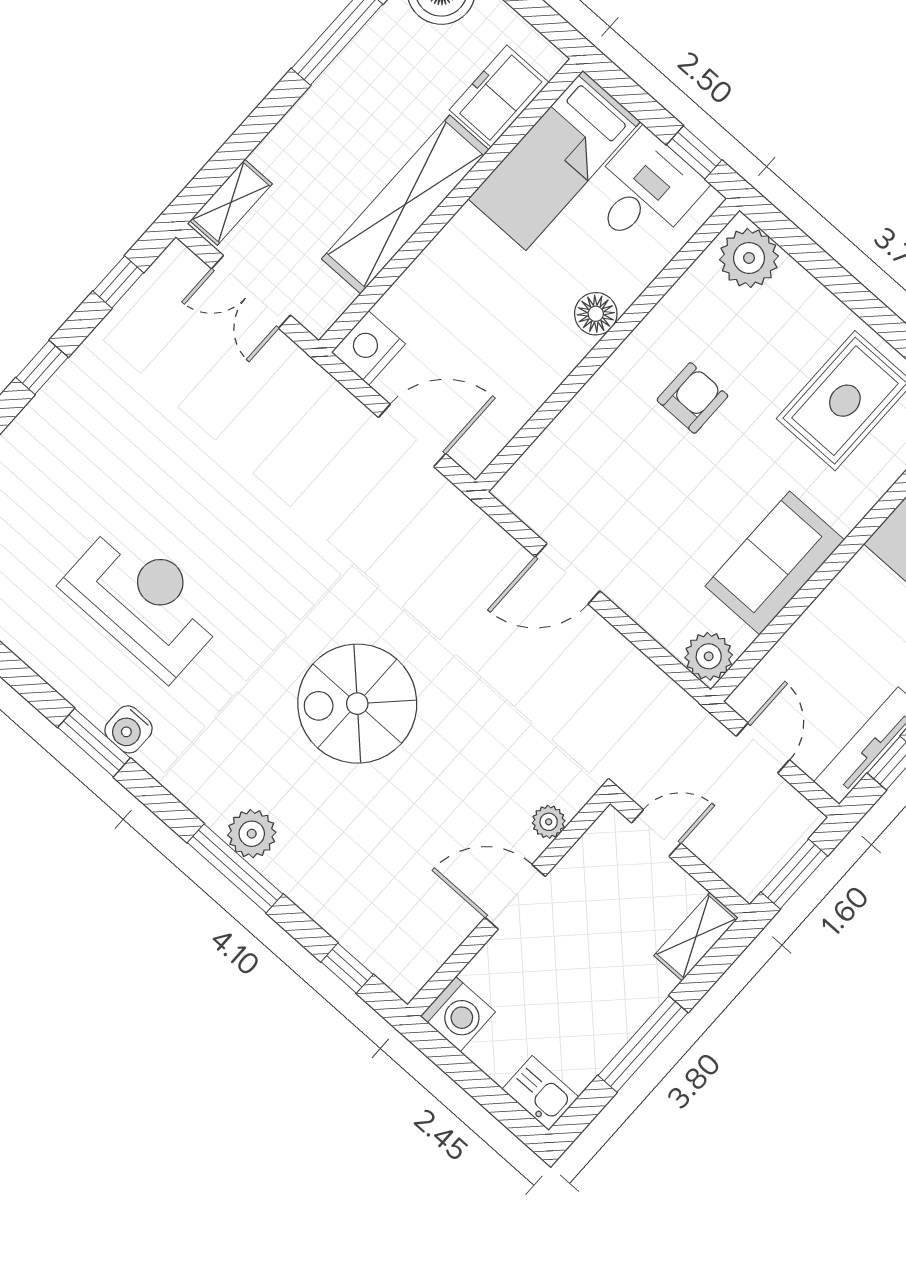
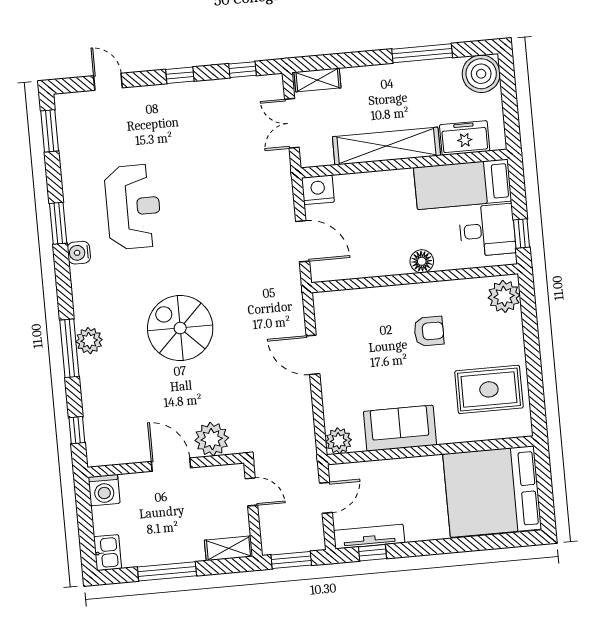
window: (94, 743) -> (58, 223), moved
plant: (549, 822) -> (212, 439), width x1.88, depth x1.88

